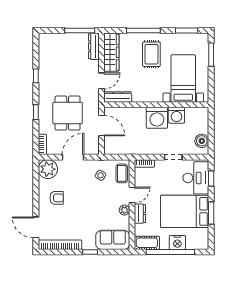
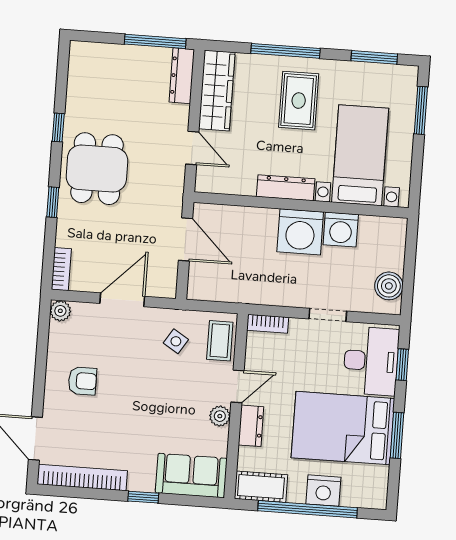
door: (102, 81) -> (192, 148), hinge flipped
dresser: (118, 97) -> (286, 188), moved
dining table: (68, 113) -> (97, 169), moved
plant: (48, 169) -> (60, 311), width x0.53, depth x0.53

